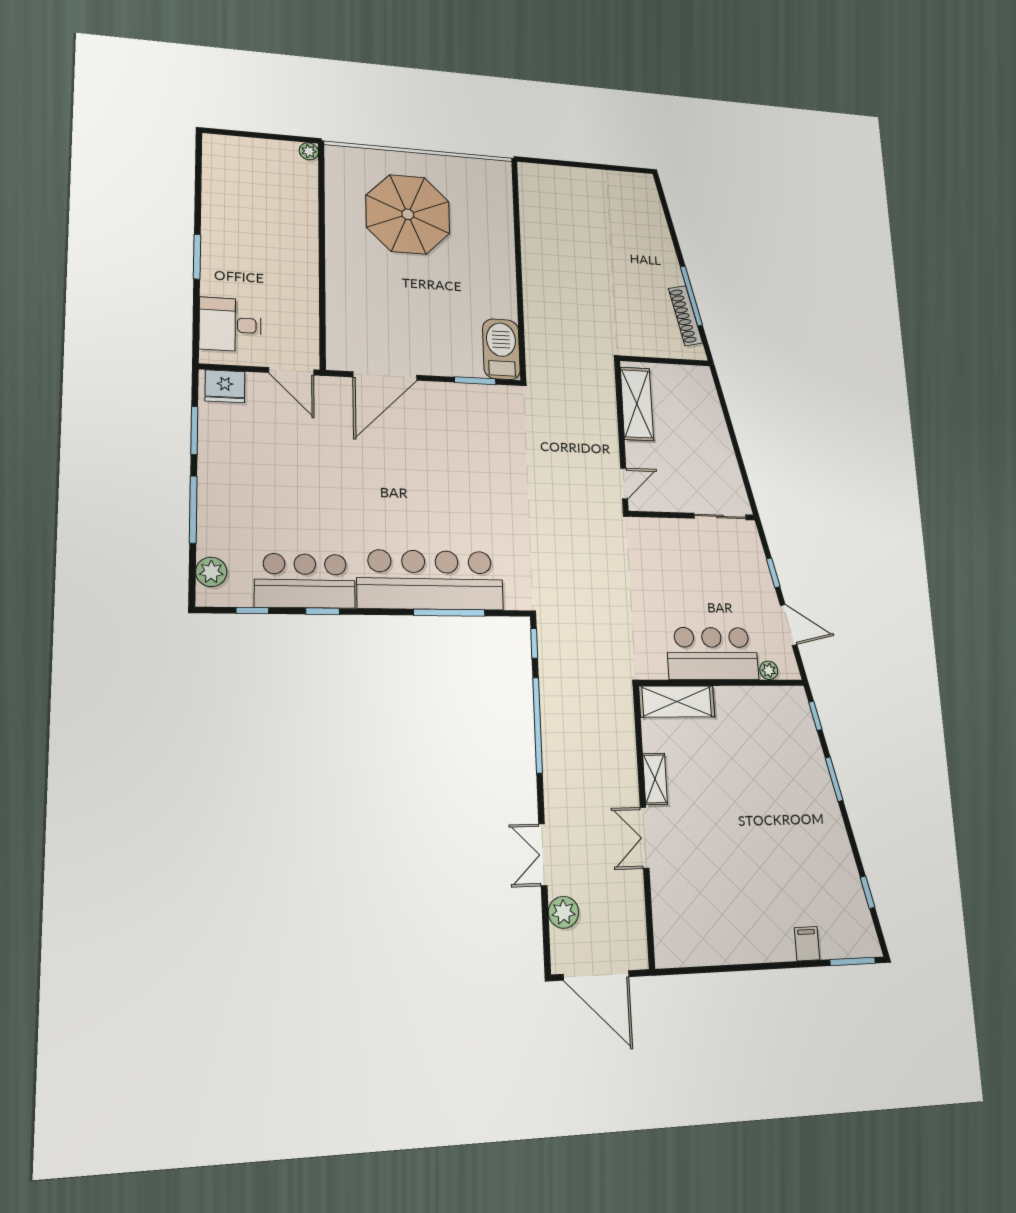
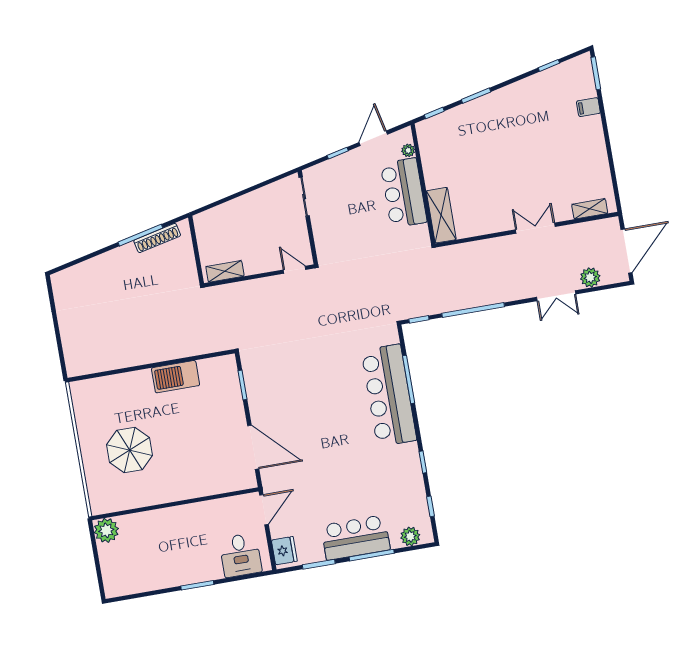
plant: (309, 151) -> (106, 530), width x1.87, depth x1.87
parasol: (408, 214) -> (129, 450), width x0.73, depth x0.73
barbecue: (501, 349) -> (176, 377), moved
shelving: (637, 404) -> (225, 271), width x0.67, depth x0.75
bar counter: (305, 581) -> (356, 538), moved, turned 90
shelving: (655, 779) -> (590, 209), moved
double door: (645, 838) -> (535, 228), swing flipped

